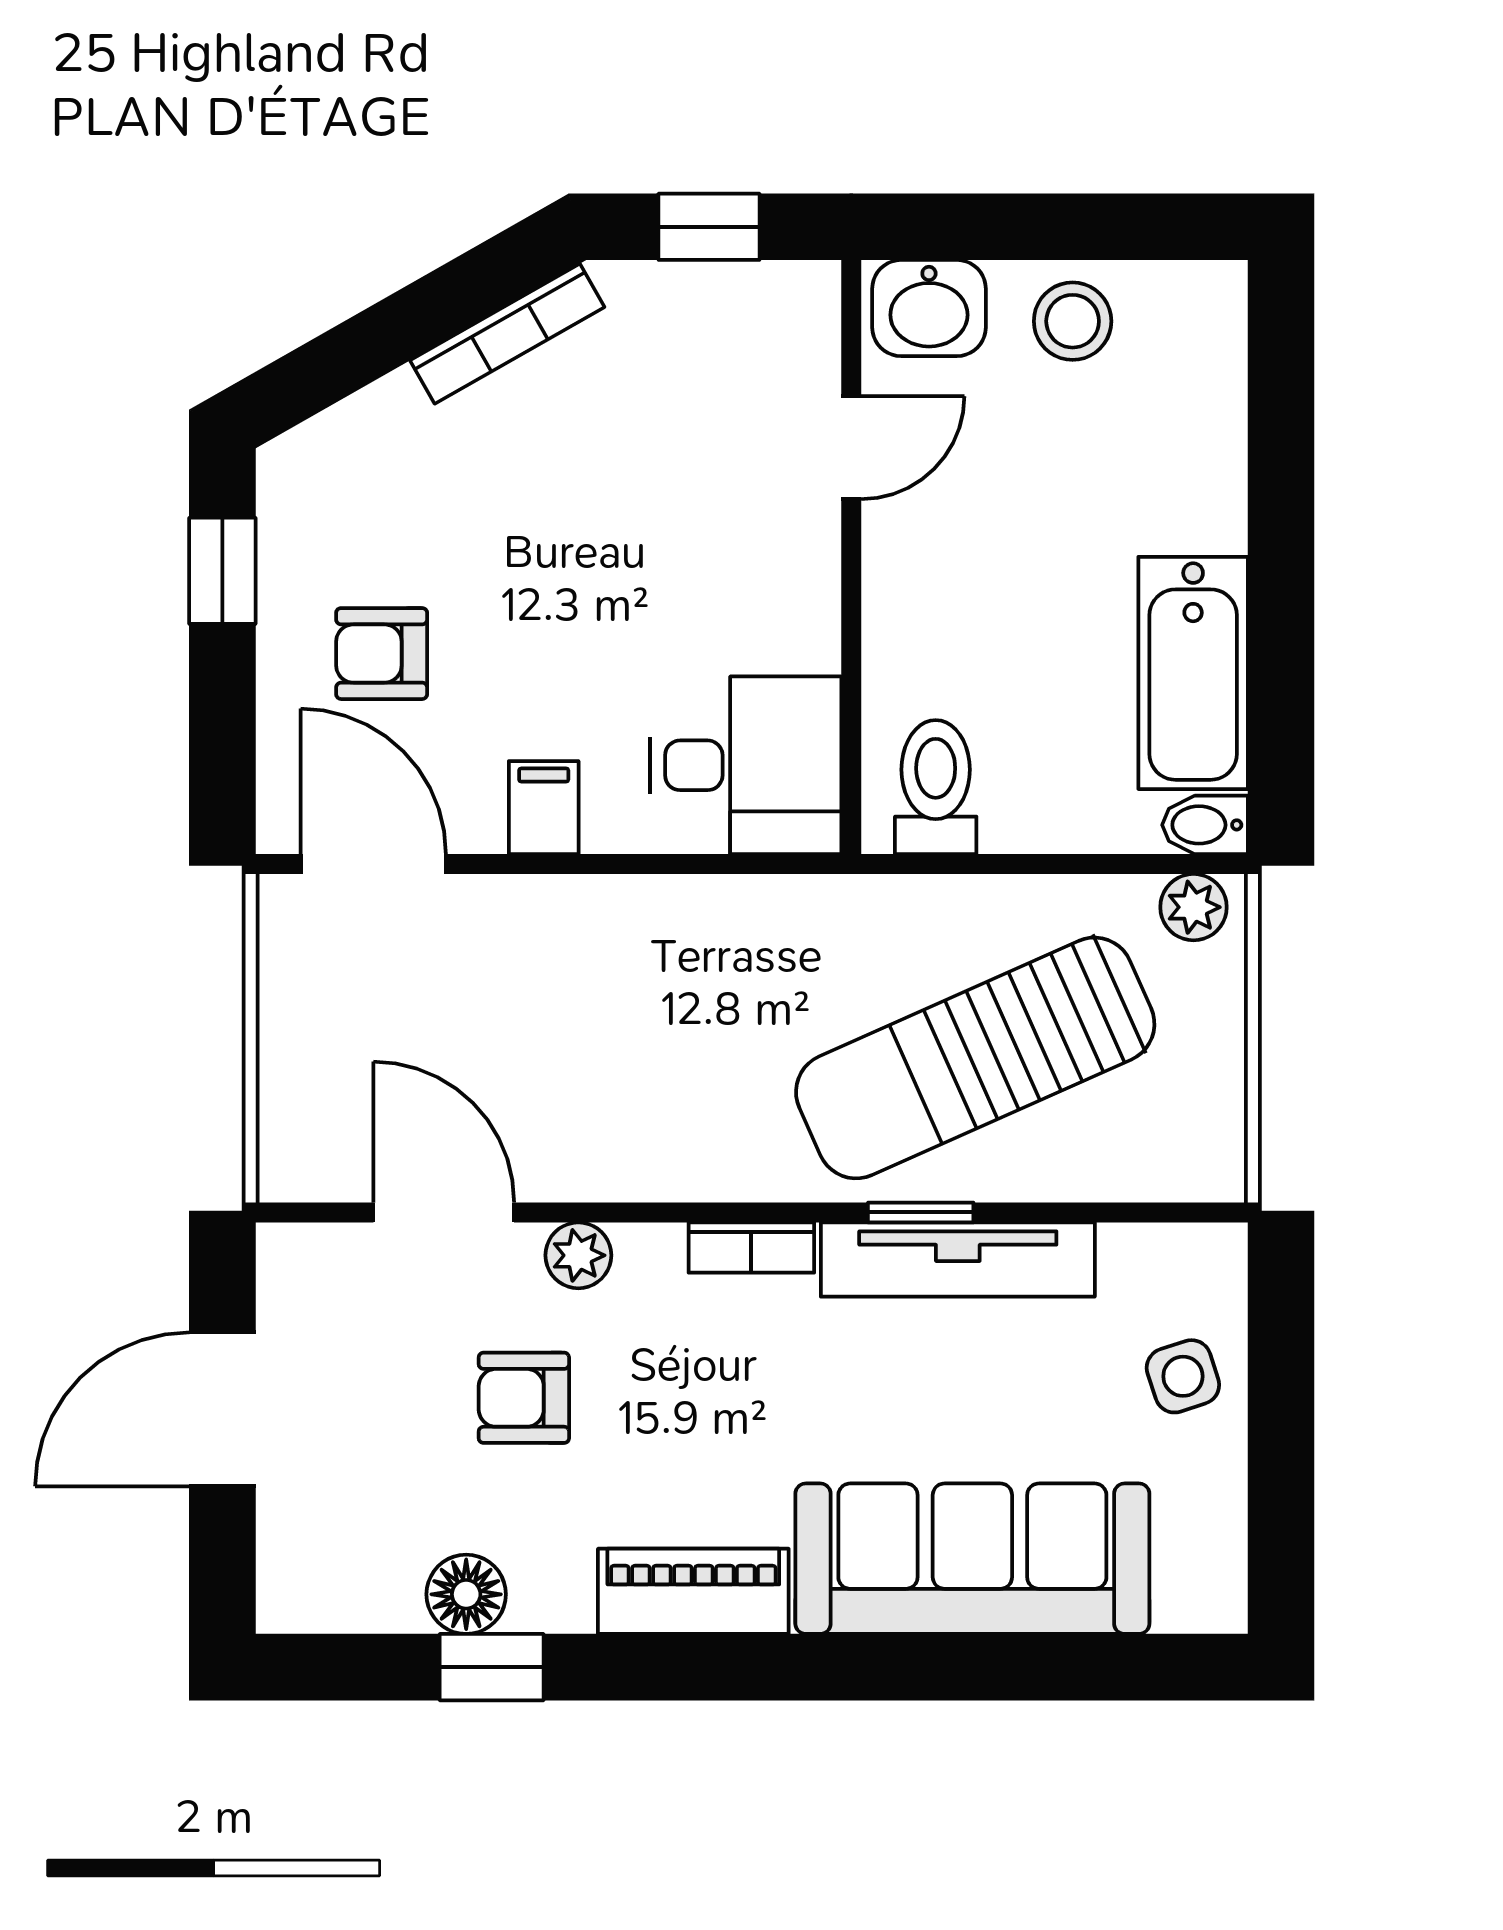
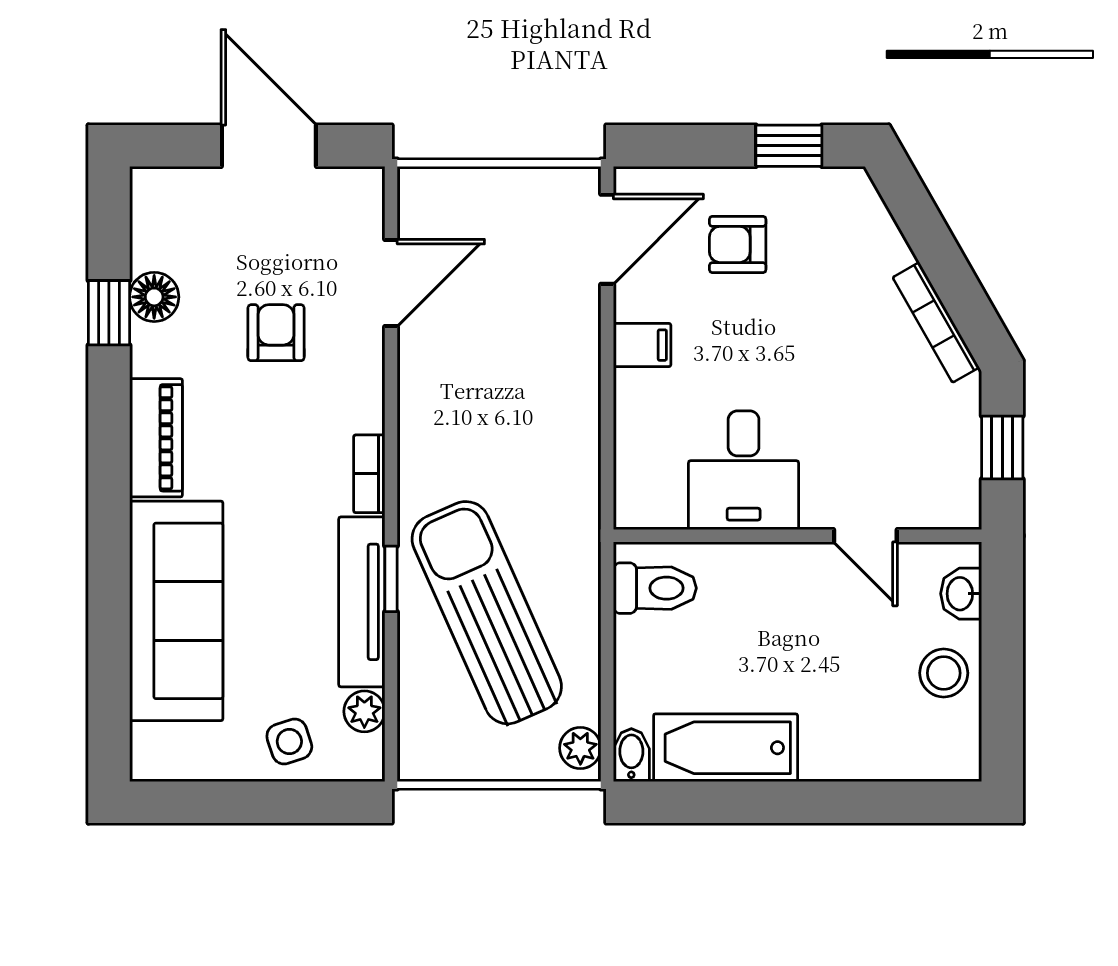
washbasin: (929, 308) -> (961, 594), width x0.72, depth x0.69
armchair: (382, 654) -> (738, 244), turned -90
desk: (746, 765) -> (744, 470), moved
plant: (578, 1255) -> (364, 711), moved

